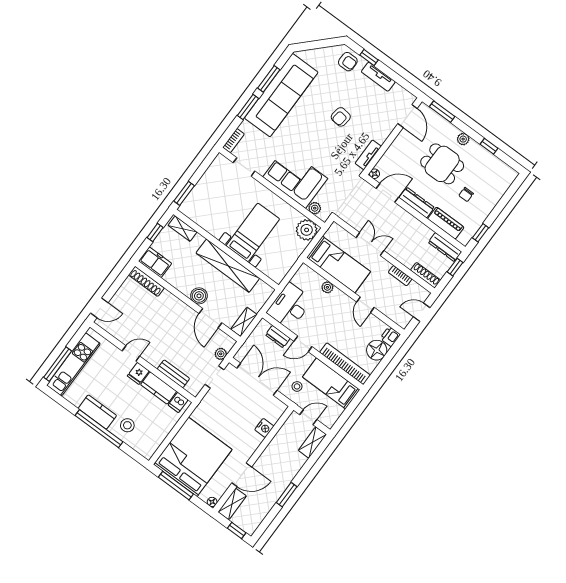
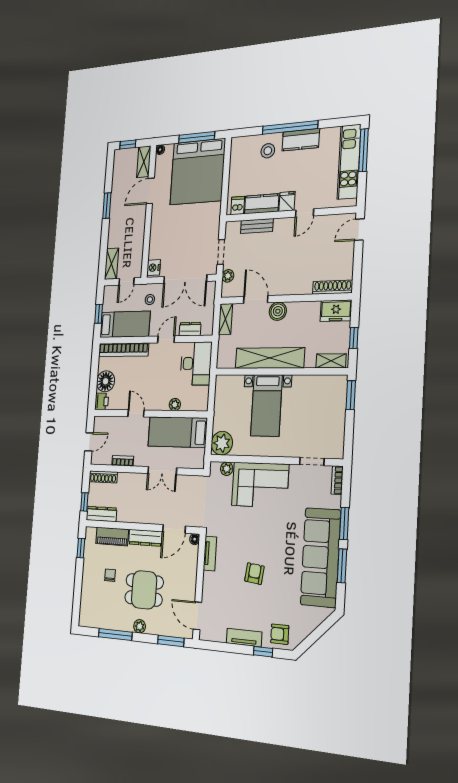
window: (489, 146) -> (115, 634), width x2.17
window: (349, 410) -> (99, 314), added
nightstand: (264, 428) -> (154, 268), moved

